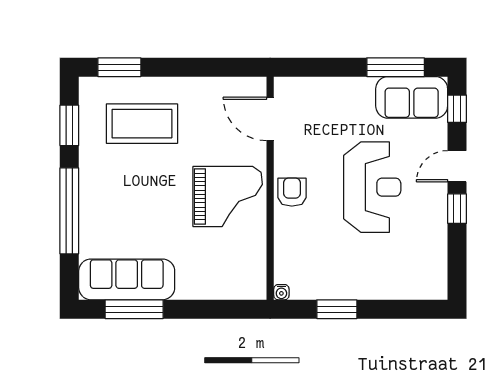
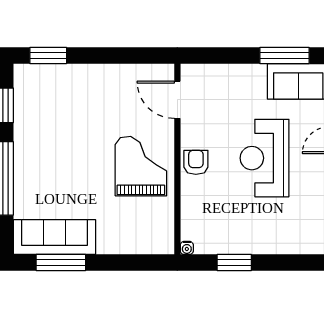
coffee table: (142, 124) -> (68, 104), removed
reception desk: (372, 187) -> (265, 158), turned 180
grand piano: (228, 196) -> (141, 166), turned -90

